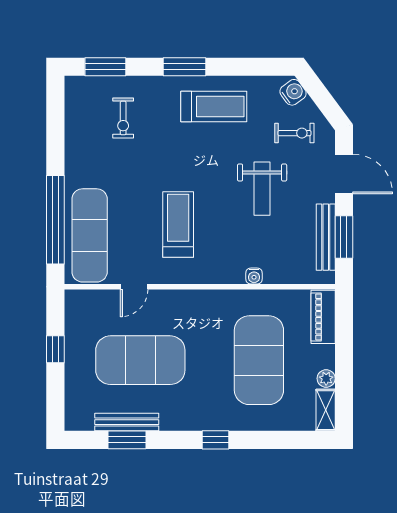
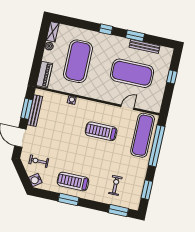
window: (184, 67) -> (68, 199), moved
window: (55, 123) -> (147, 190), added
weight bench: (262, 189) -> (59, 139), removed
treadmill: (178, 224) -> (101, 131), turned 90
window: (55, 349) -> (172, 77), moved
window: (127, 440) -> (135, 36), moved

